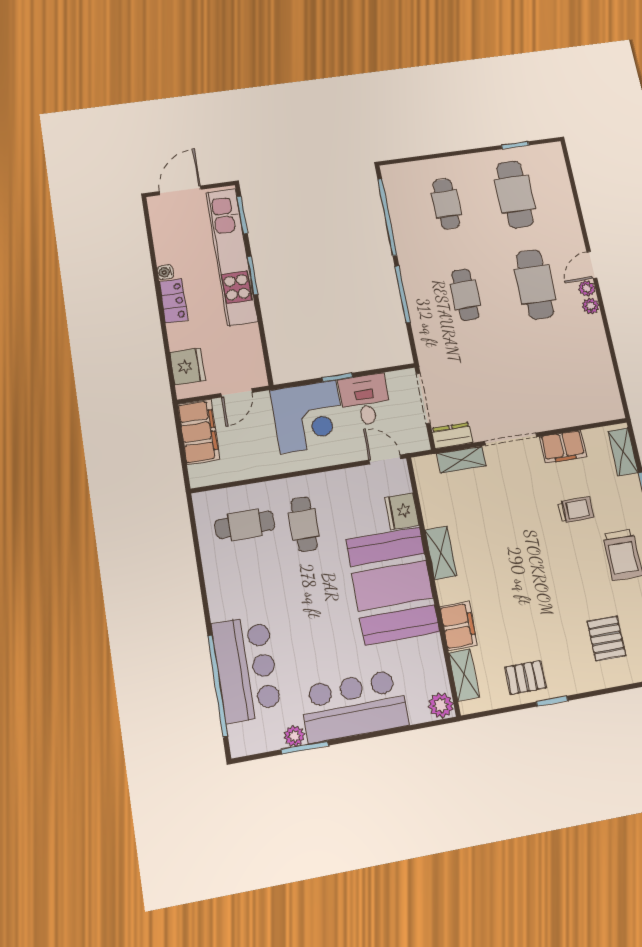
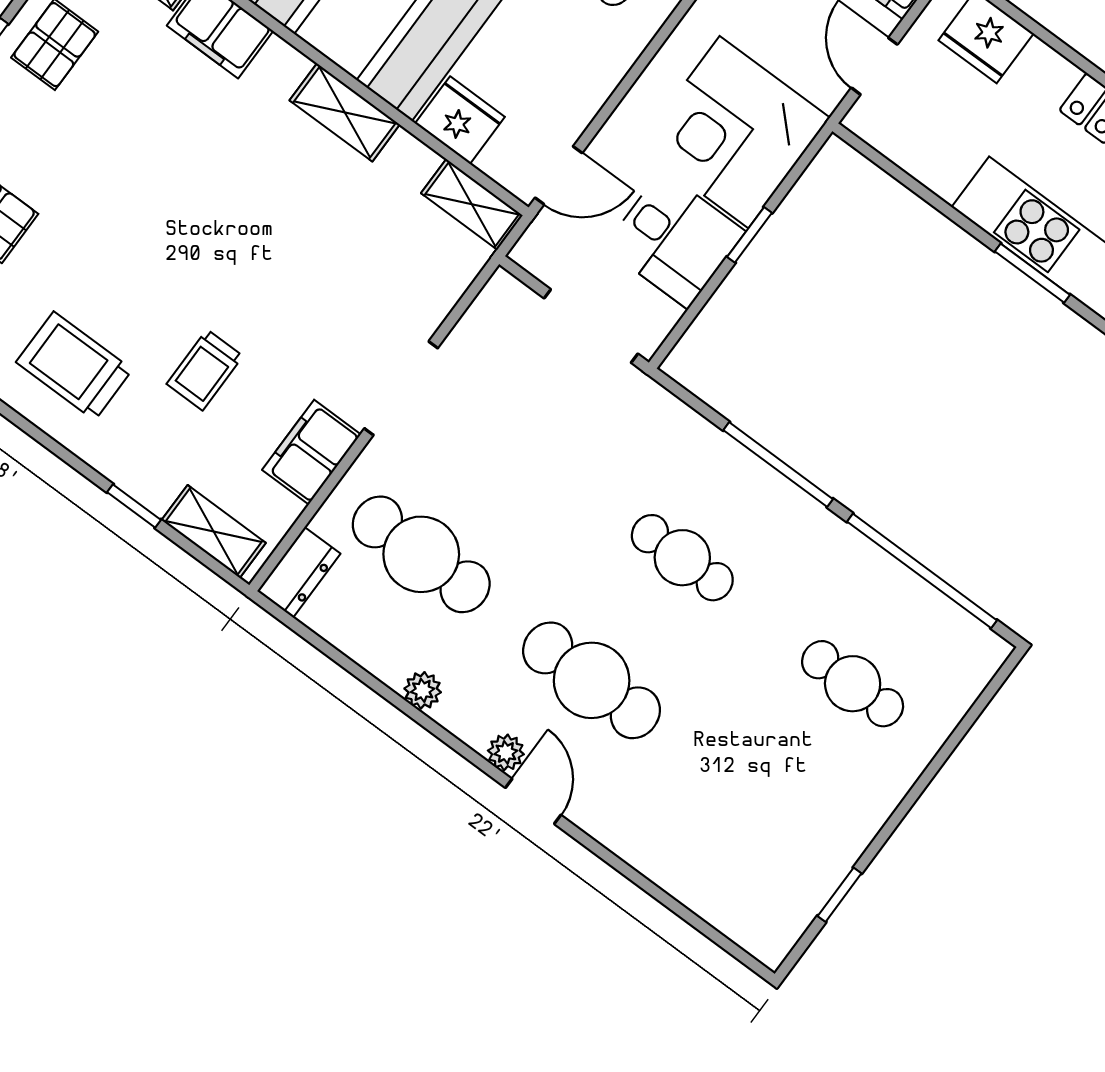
cafe table: (515, 194) -> (421, 554), moved
plant: (591, 306) -> (423, 690), moved
dresser: (452, 435) -> (299, 572), moved
shelving: (462, 460) -> (472, 204), moved, turned 90

